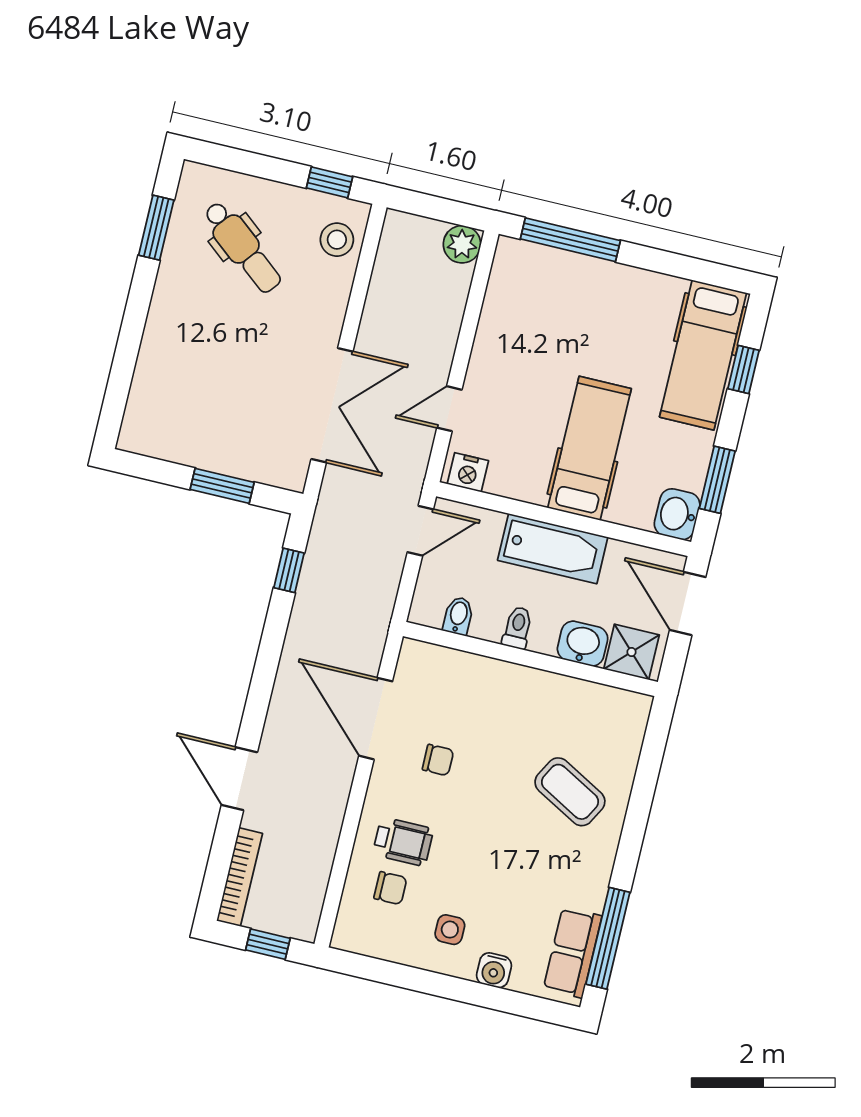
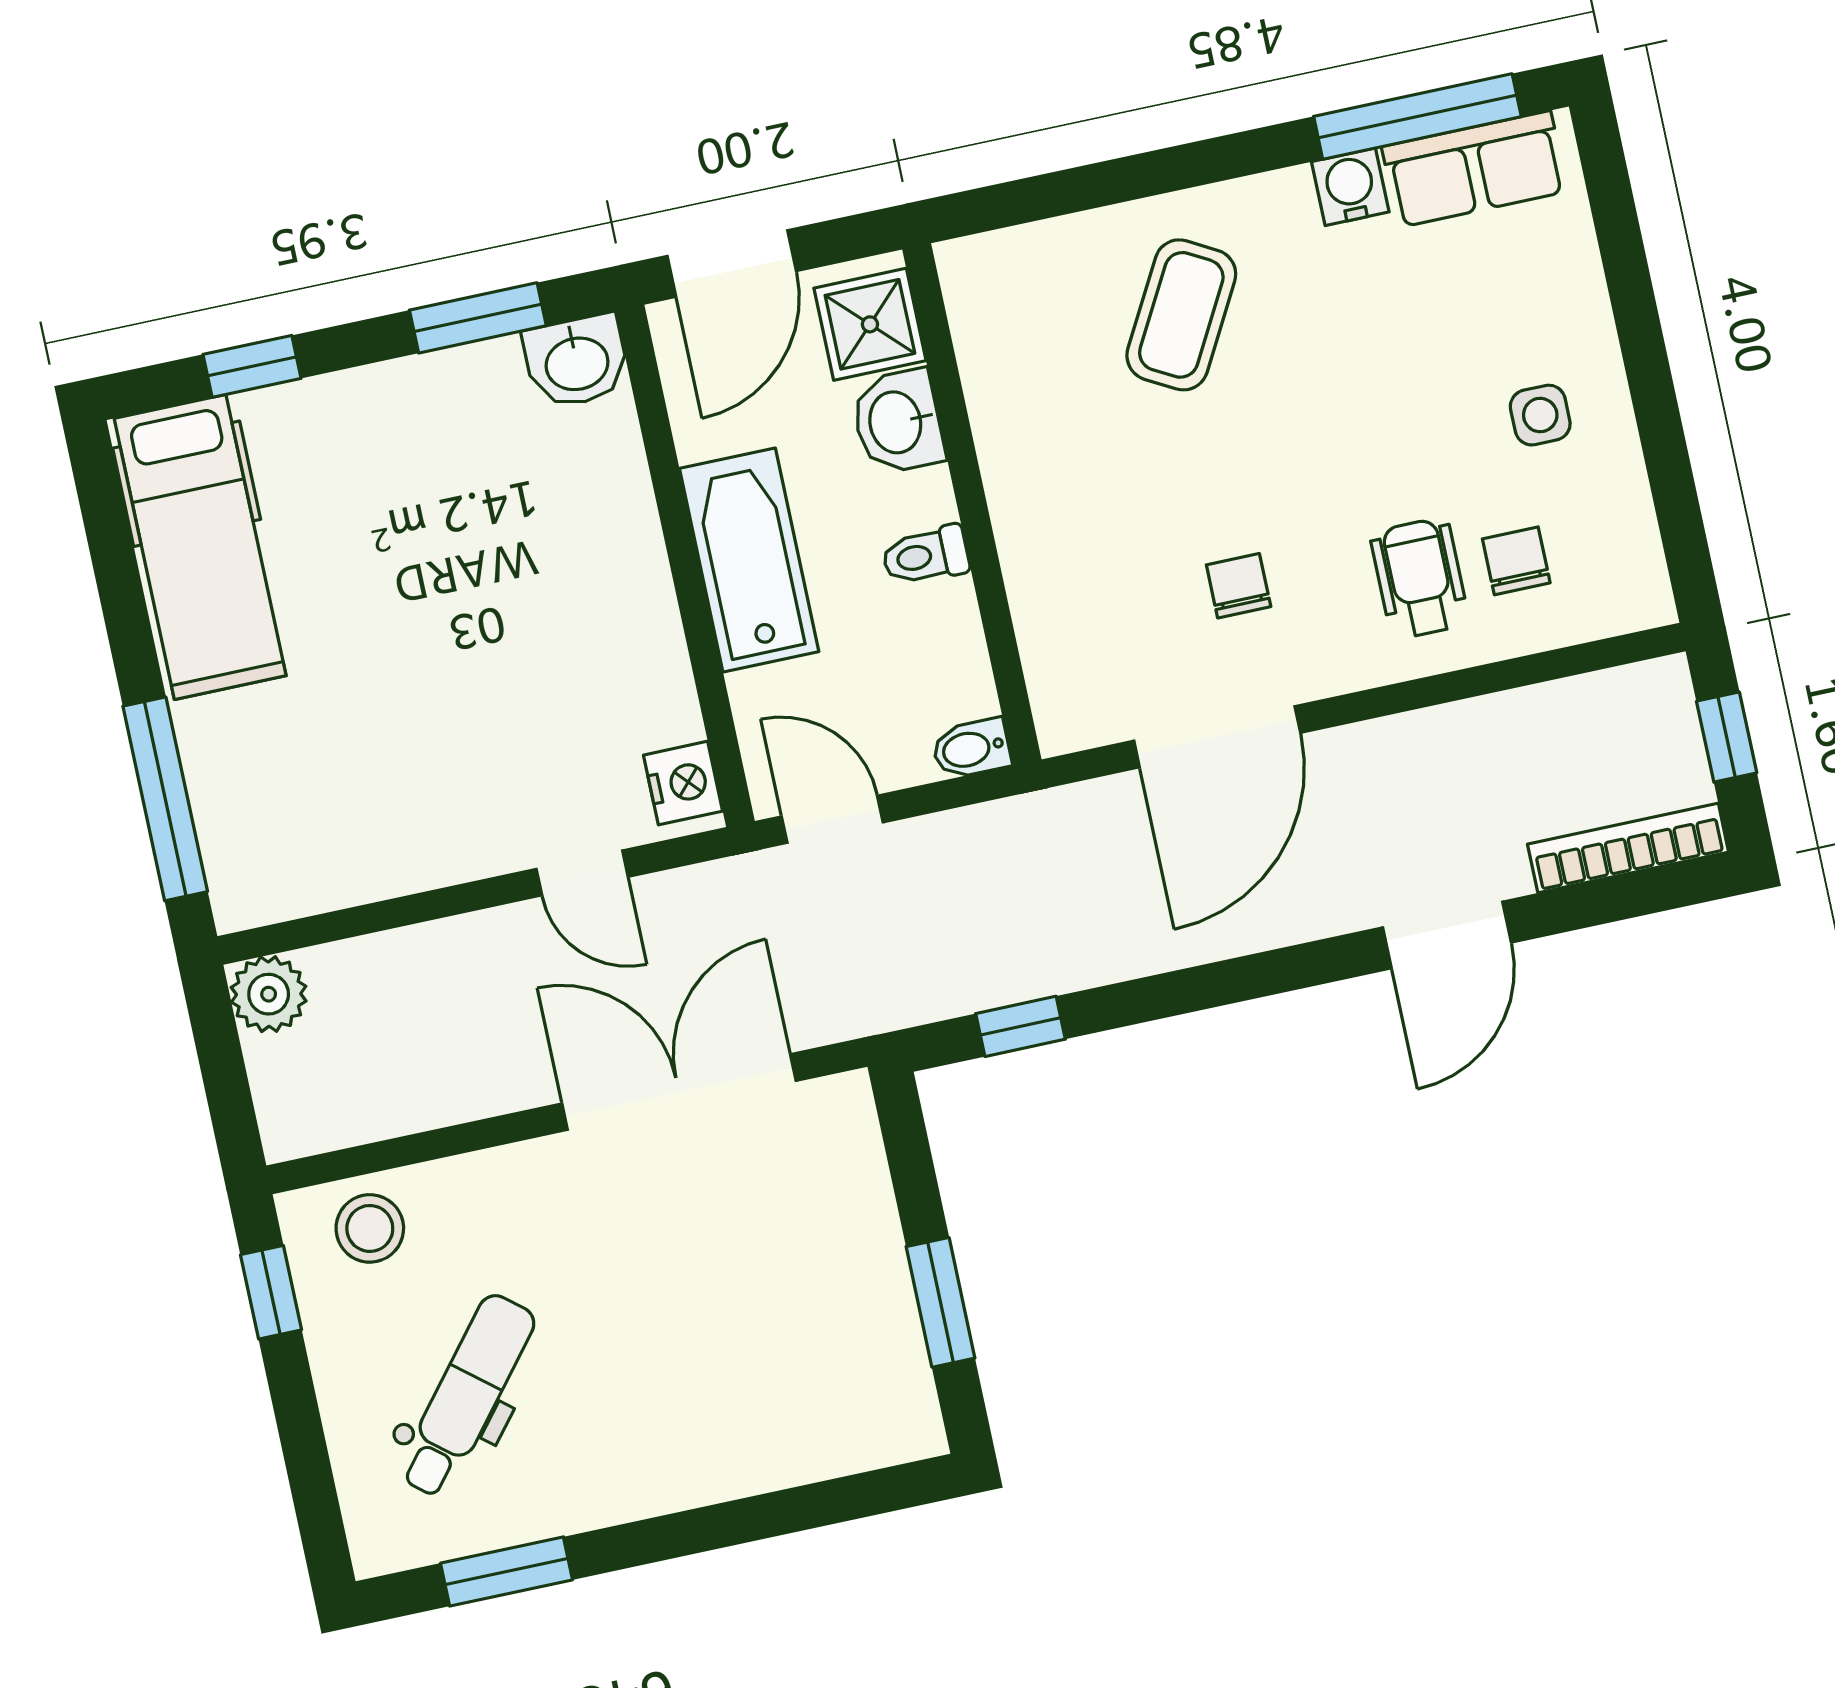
hospital bed: (703, 355) -> (200, 547), moved, turned 90
hospital bed: (590, 448) -> (532, 580), removed
window: (222, 486) -> (941, 1302), moved
bidet: (458, 616) -> (971, 749), moved
water cooler: (494, 970) -> (1350, 187), moved, turned -90

